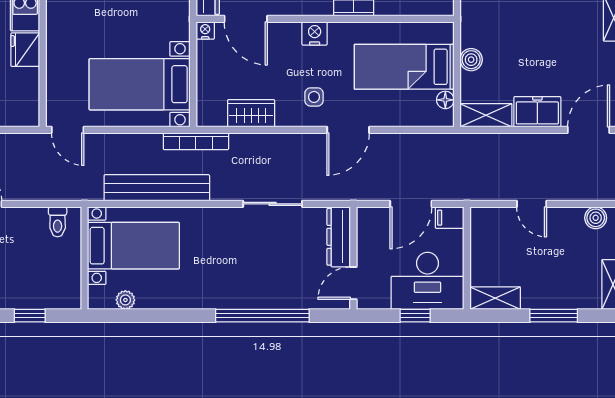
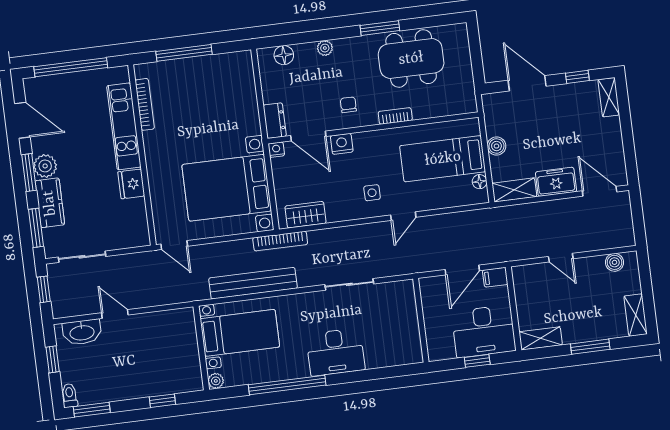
nightstand: (315, 33) -> (342, 144), moved
bed with nightstands: (140, 84) -> (227, 188), width x1.36
wardrobe: (251, 113) -> (305, 215), moved
door: (348, 130) -> (403, 216), width x0.73
door: (589, 130) -> (600, 191), hinge flipped
toilet: (58, 222) -> (175, 321), removed
dresser: (339, 237) -> (407, 304), removed
desk: (246, 283) -> (335, 352), added
door: (353, 283) -> (423, 341), removed
plant: (125, 300) -> (216, 381), moved
window: (262, 316) -> (287, 385), moved

